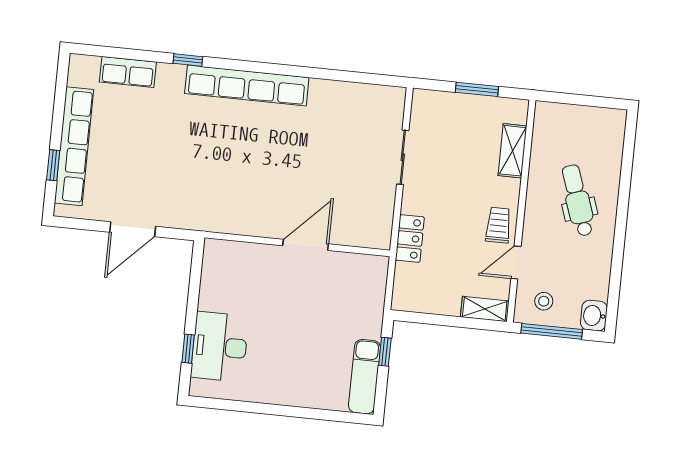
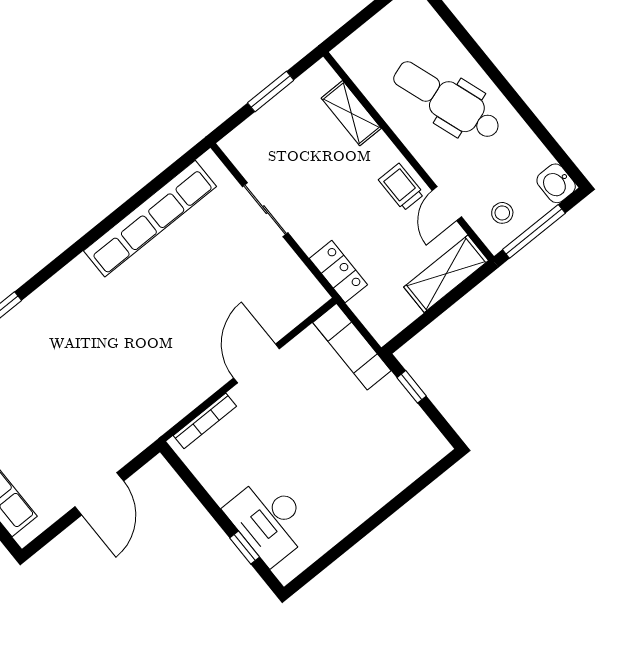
row of seats: (247, 85) -> (150, 219), moved
dental chair: (578, 200) -> (447, 101), width x1.36, depth x1.38
bookcase: (240, 249) -> (205, 421), added
shelving: (485, 309) -> (446, 274), width x1.50, depth x1.33
exam couch: (364, 377) -> (352, 347), moved

